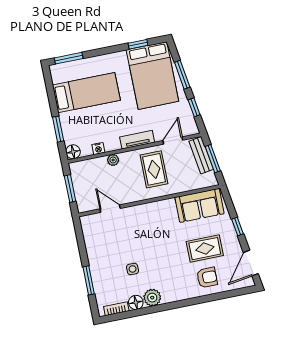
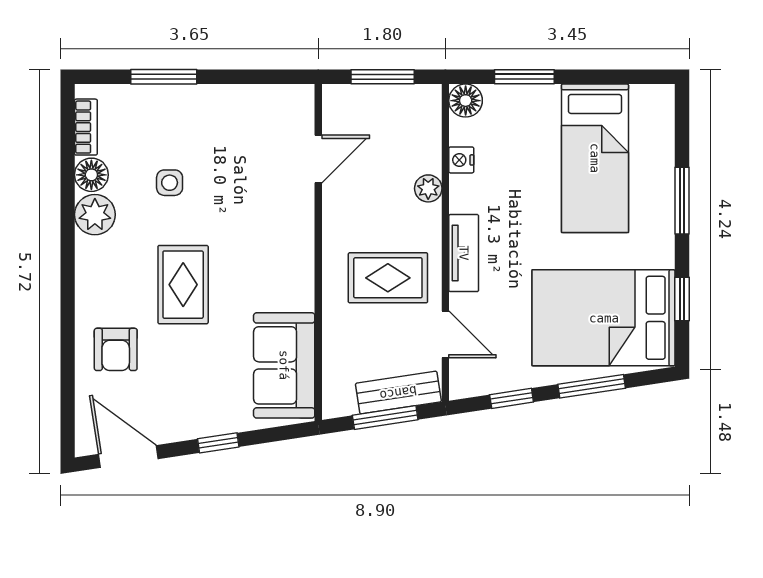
window: (69, 58) -> (682, 201), moved
rug: (205, 249) -> (183, 285), moved

